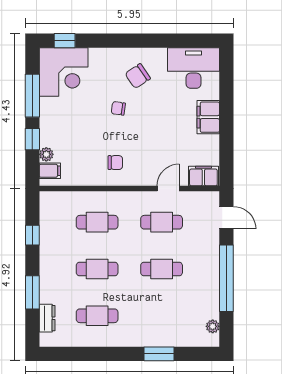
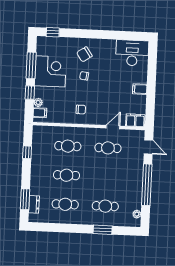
corner desk: (64, 72) -> (50, 71), moved, turned -90
chair: (138, 76) -> (84, 54), moved
filing cabinet: (208, 117) -> (140, 89), width x0.50
cafe table: (162, 269) -> (105, 206), moved
window: (32, 292) -> (25, 199), moved

